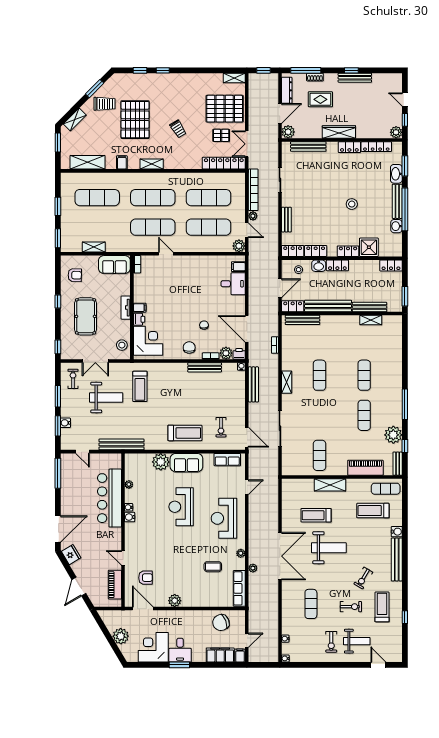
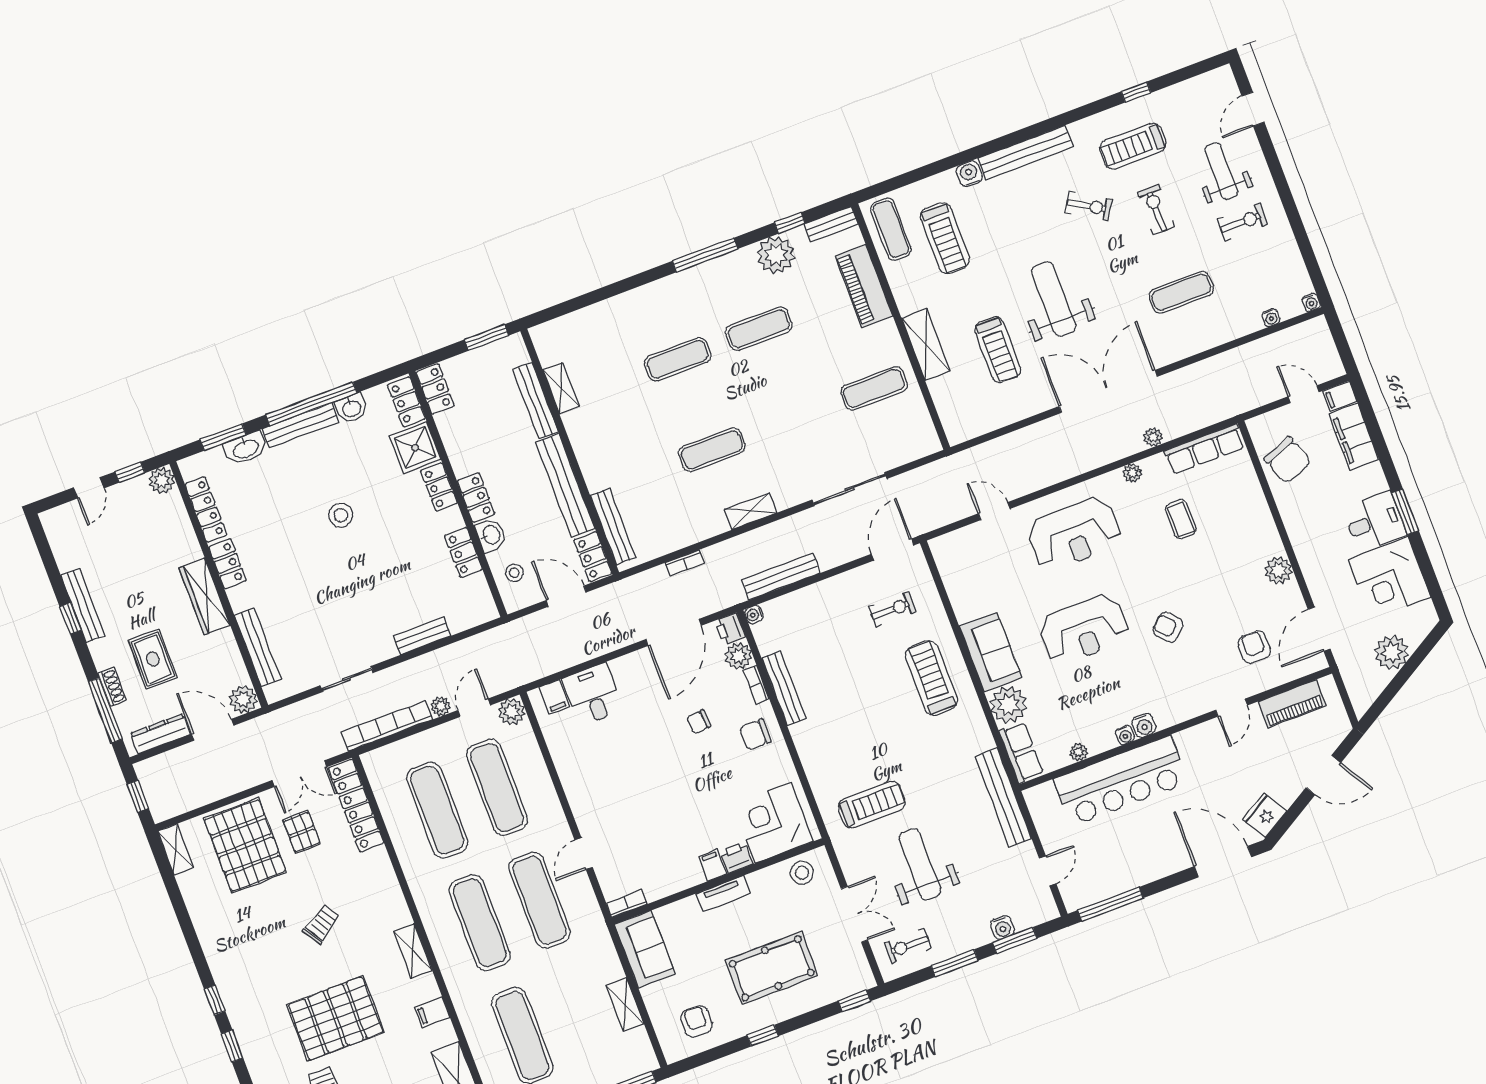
locker: (293, 251) -> (406, 402), moved
row of seats: (227, 460) -> (1021, 752), moved
armchair: (168, 544) -> (1168, 627), added

